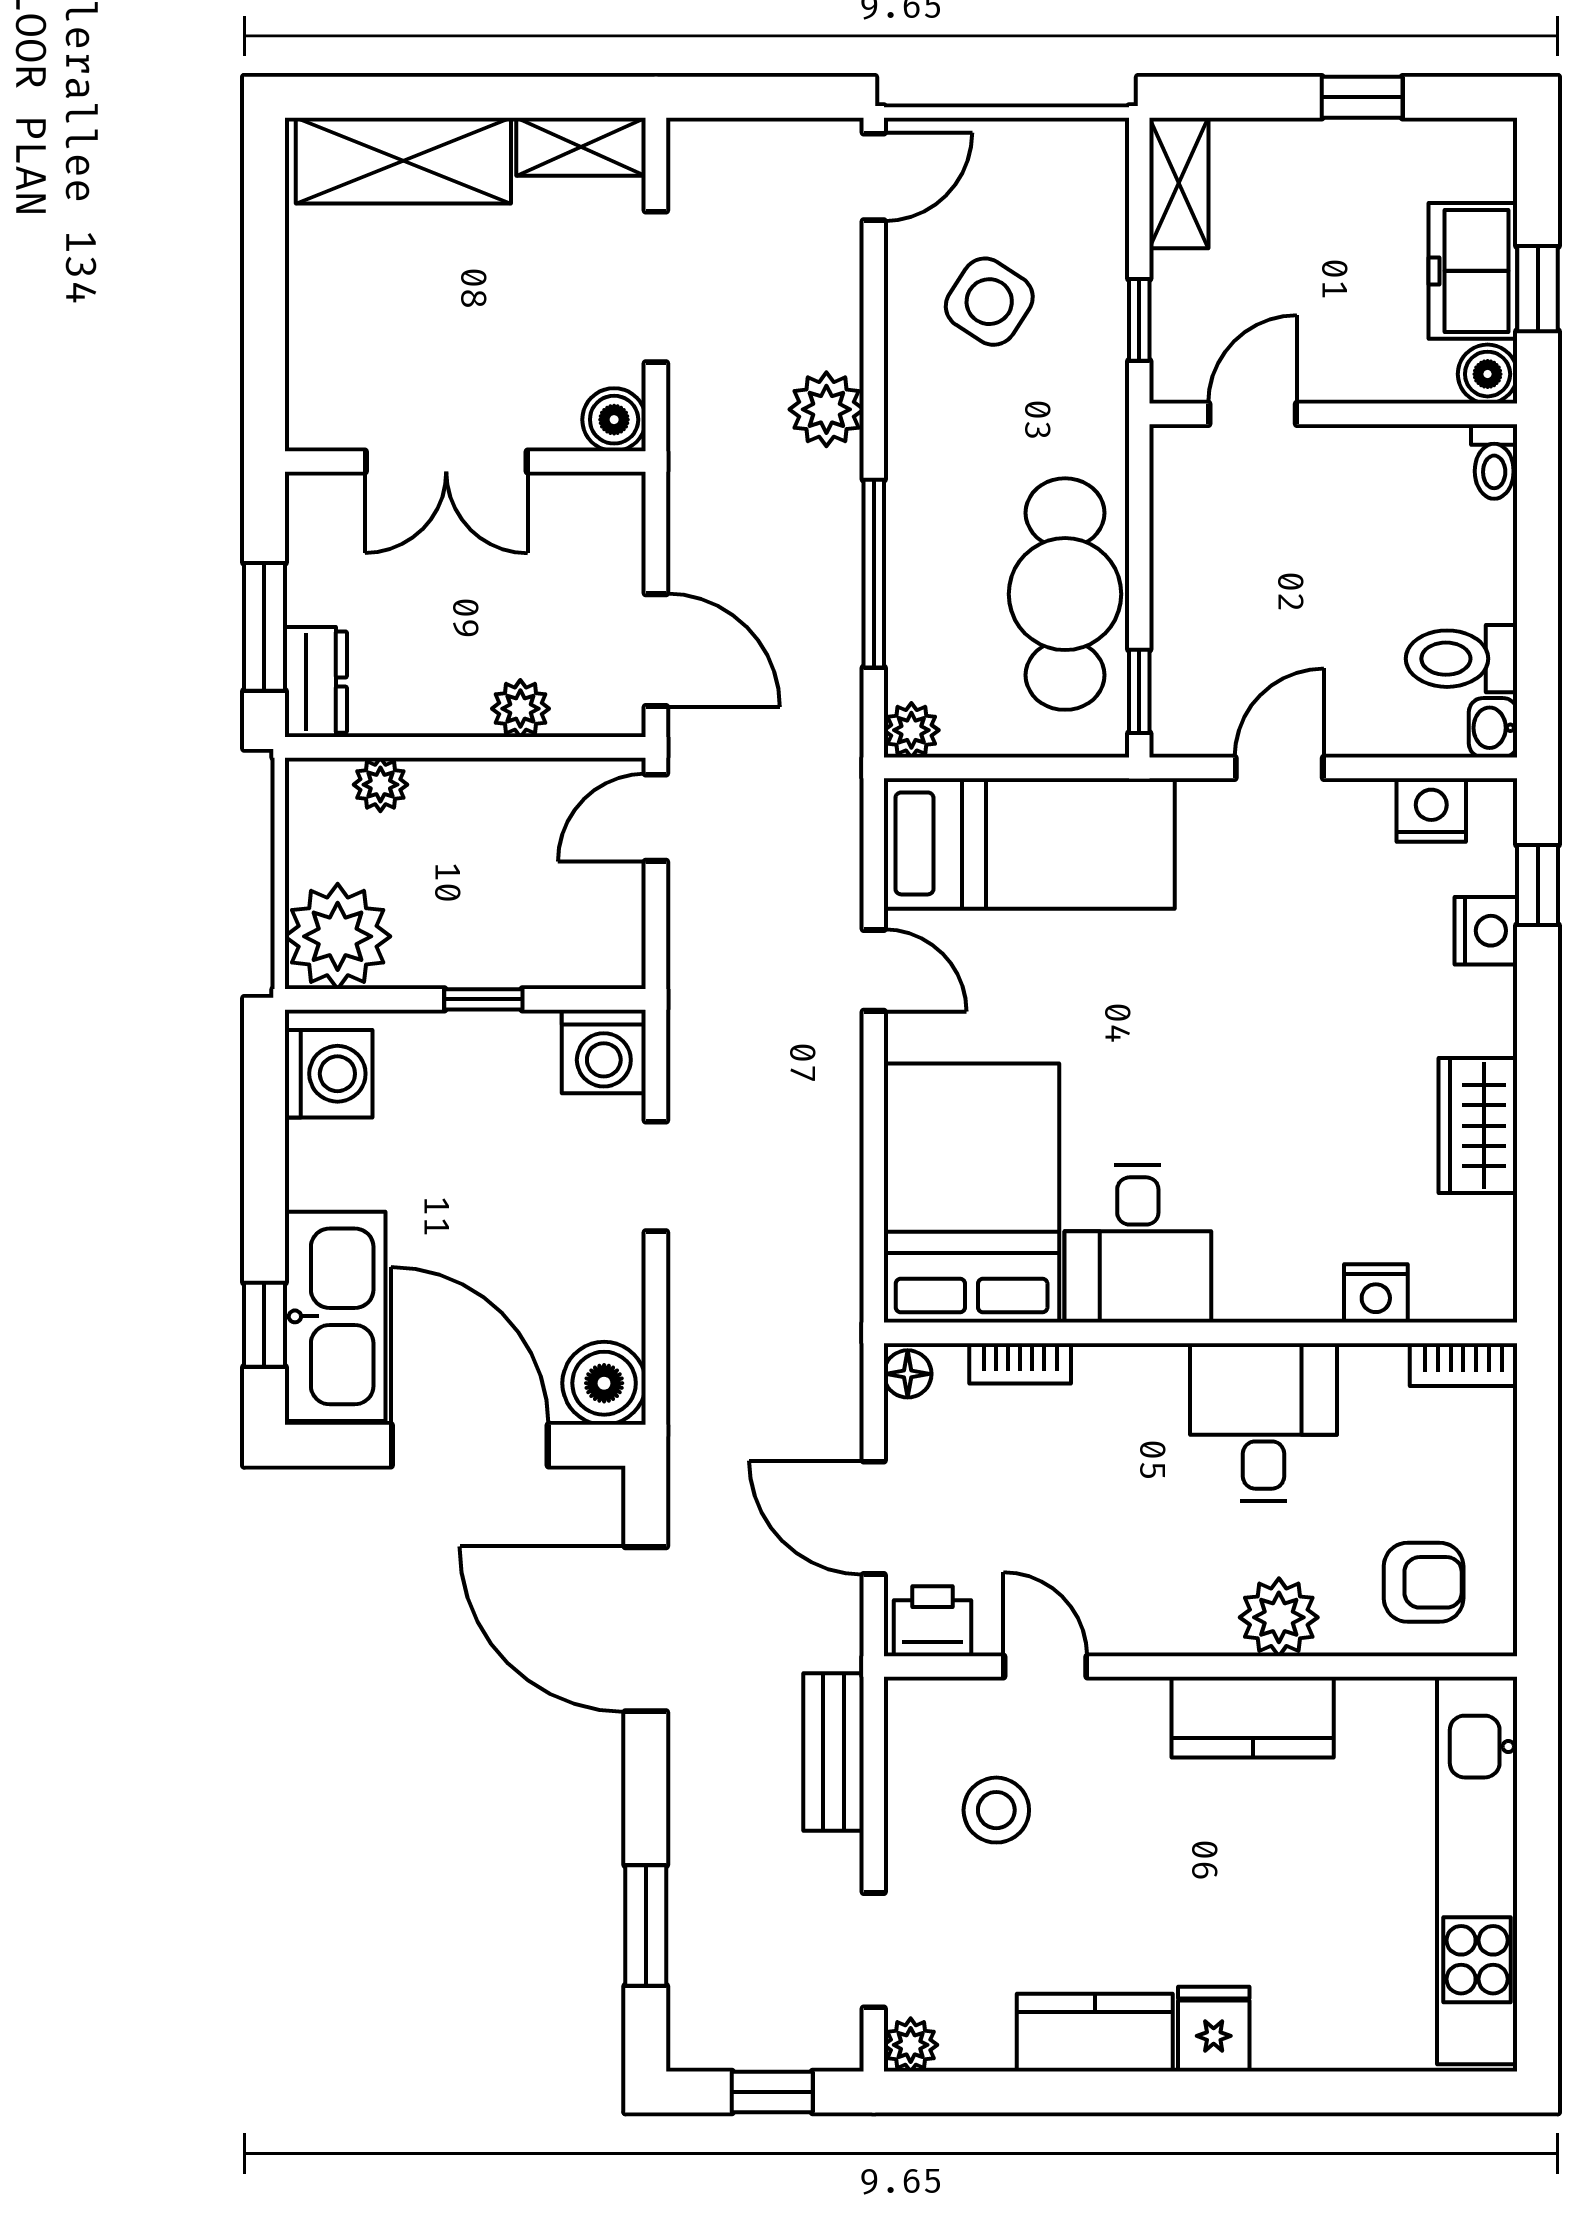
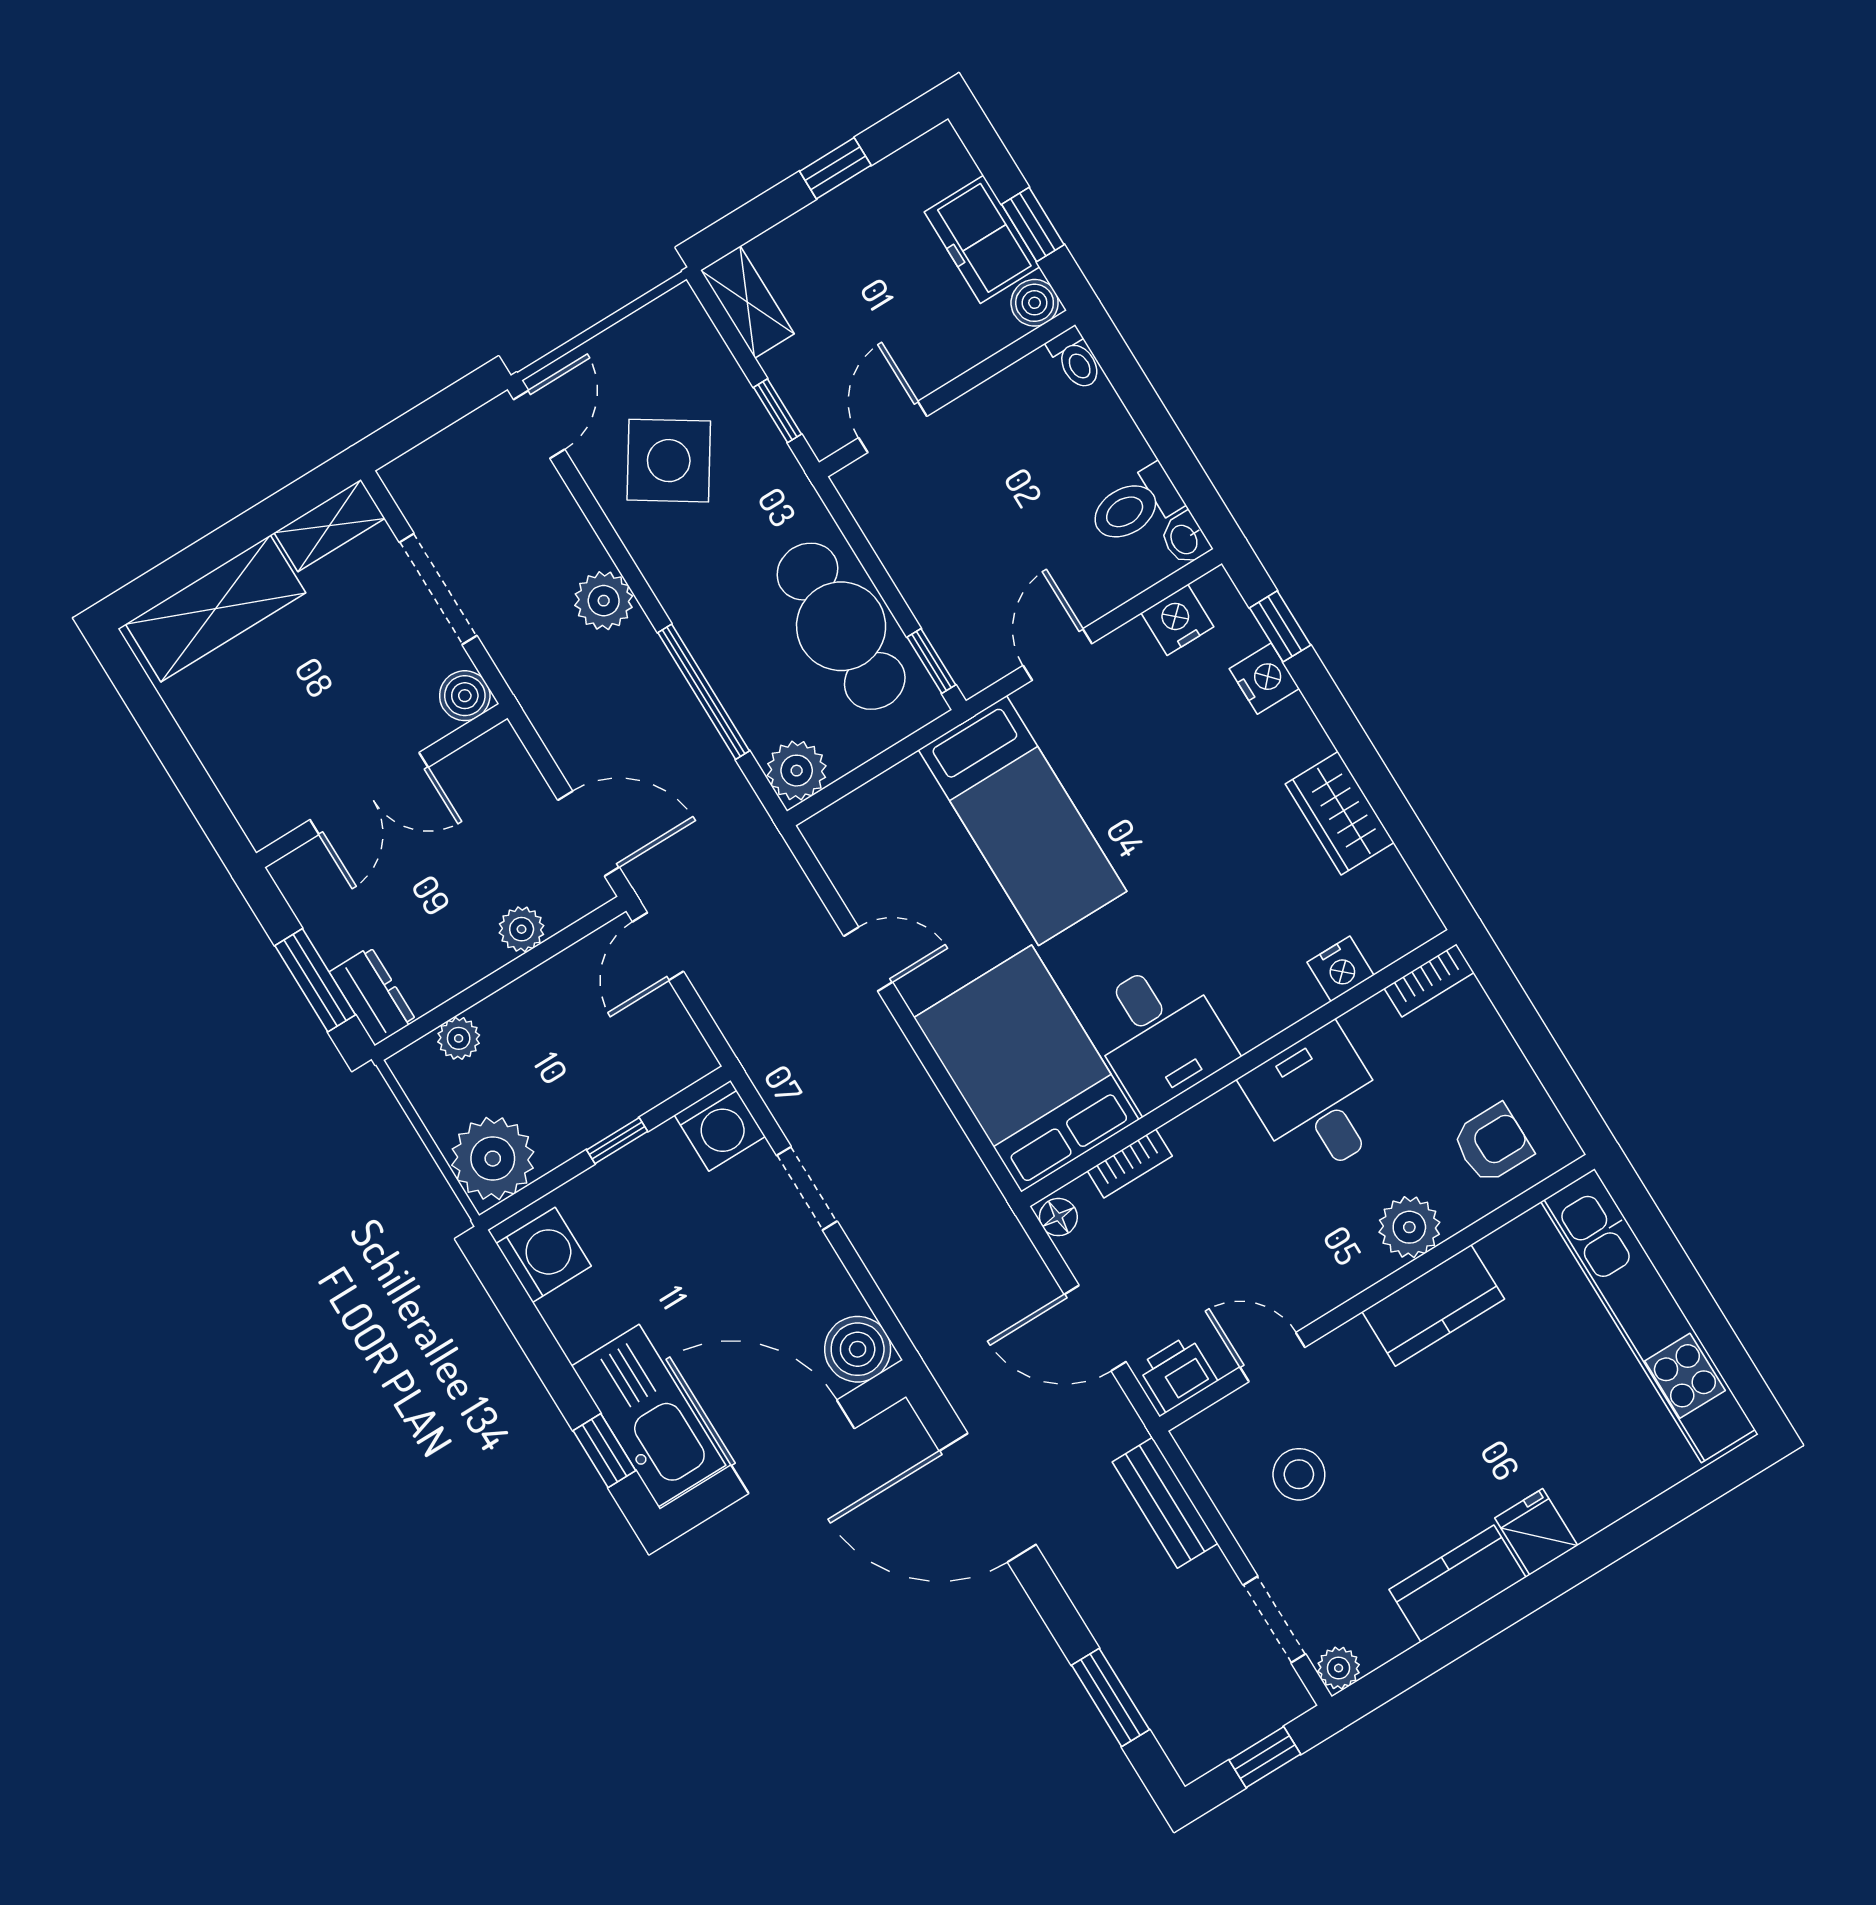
side table: (989, 302) -> (669, 461), width x1.37, depth x1.37
plant: (911, 730) -> (797, 771), width x1.38, depth x1.38
bed: (1029, 843) -> (1023, 821), moved, turned 90

